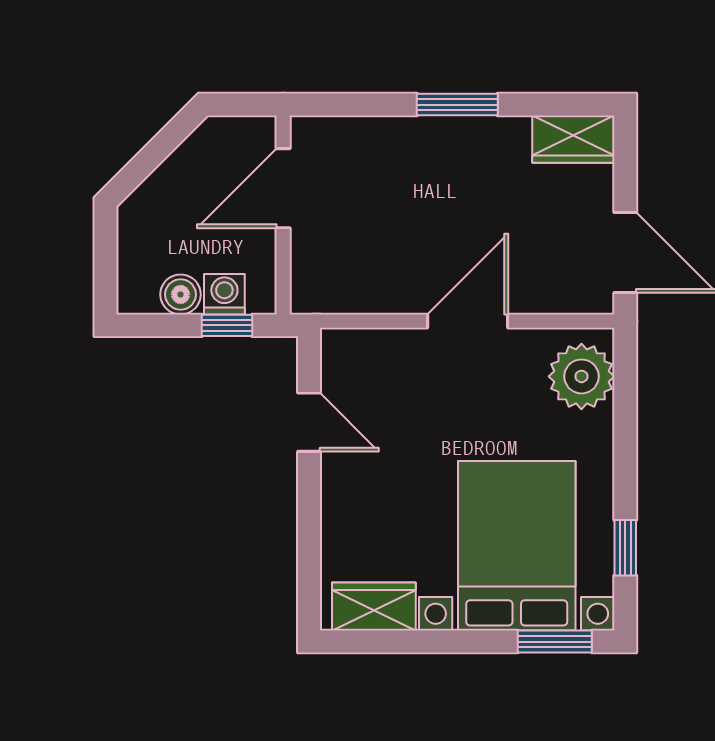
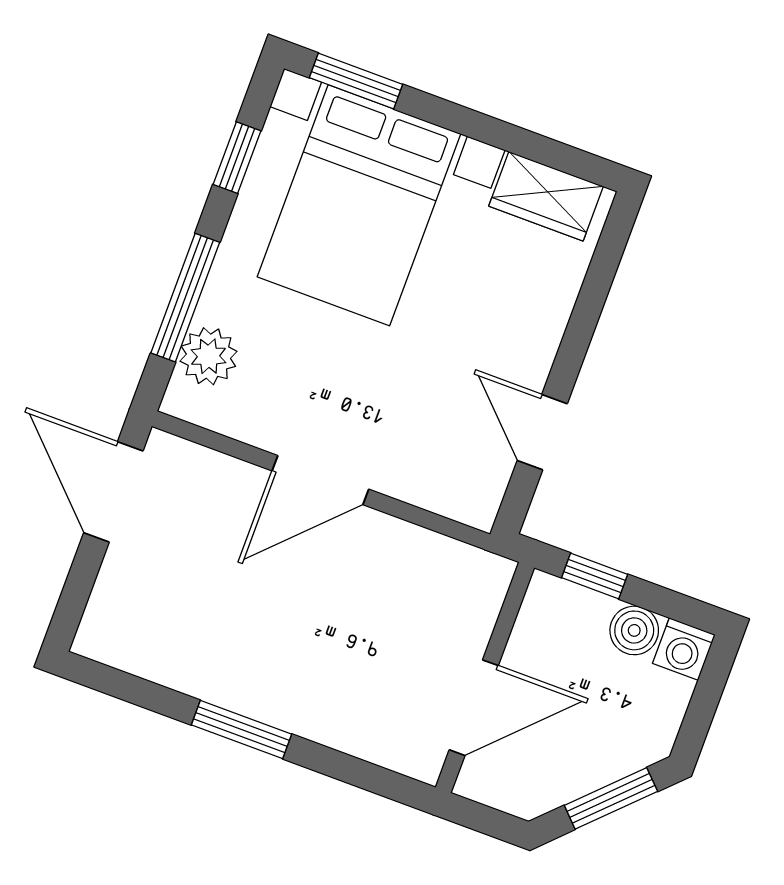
wardrobe: (573, 139) -> (125, 642), removed
window: (150, 157) -> (611, 798), added
washing machine: (224, 294) -> (684, 649), moved
plant: (581, 376) -> (208, 356), width x0.73, depth x0.73
window: (625, 424) -> (185, 298), added

